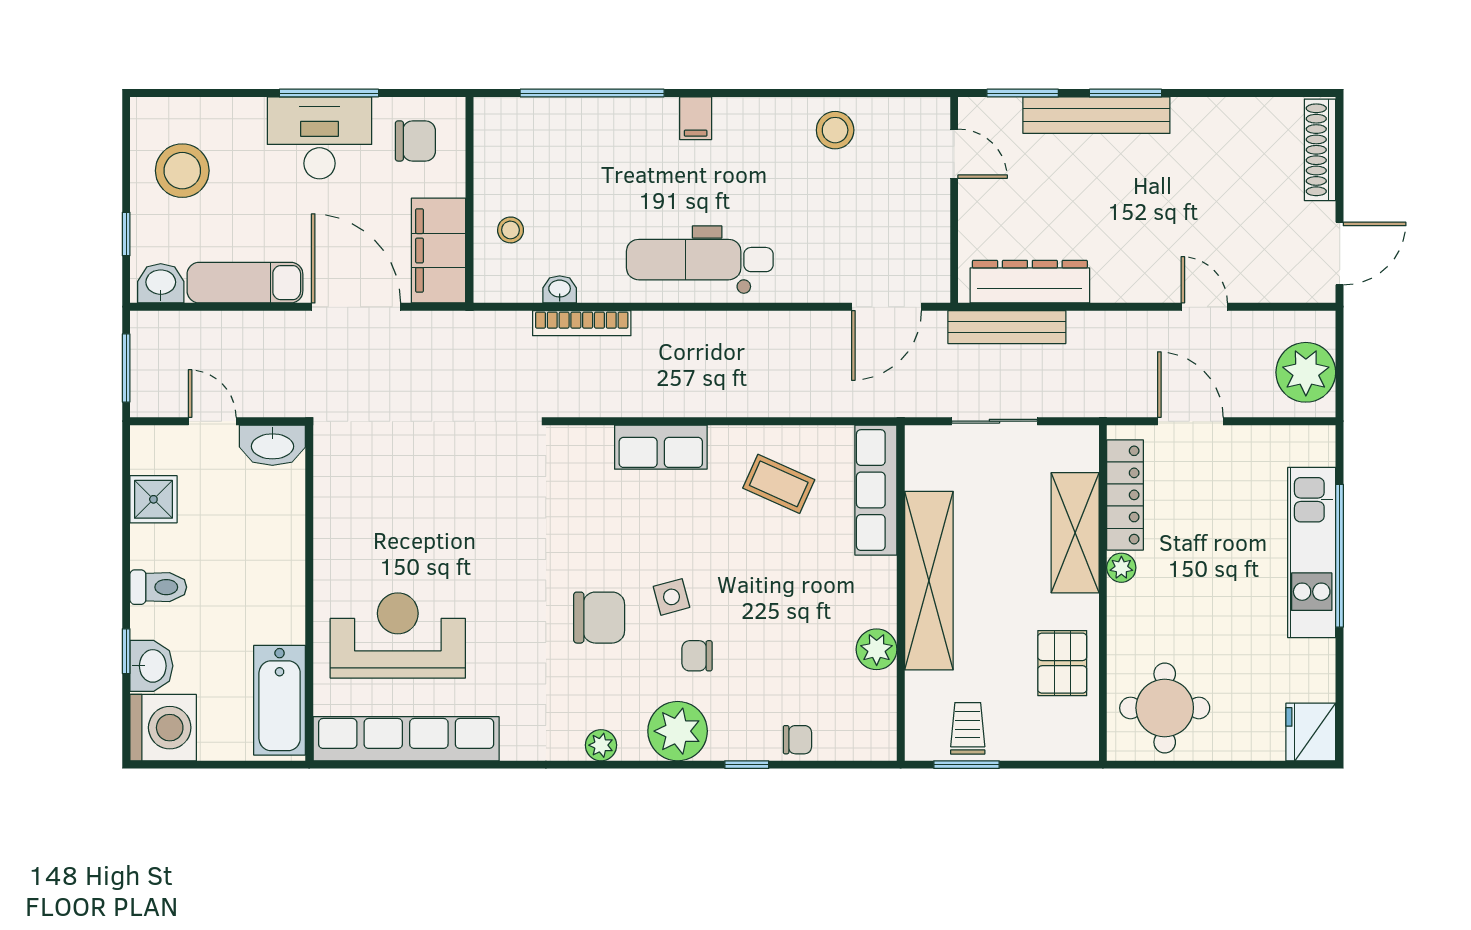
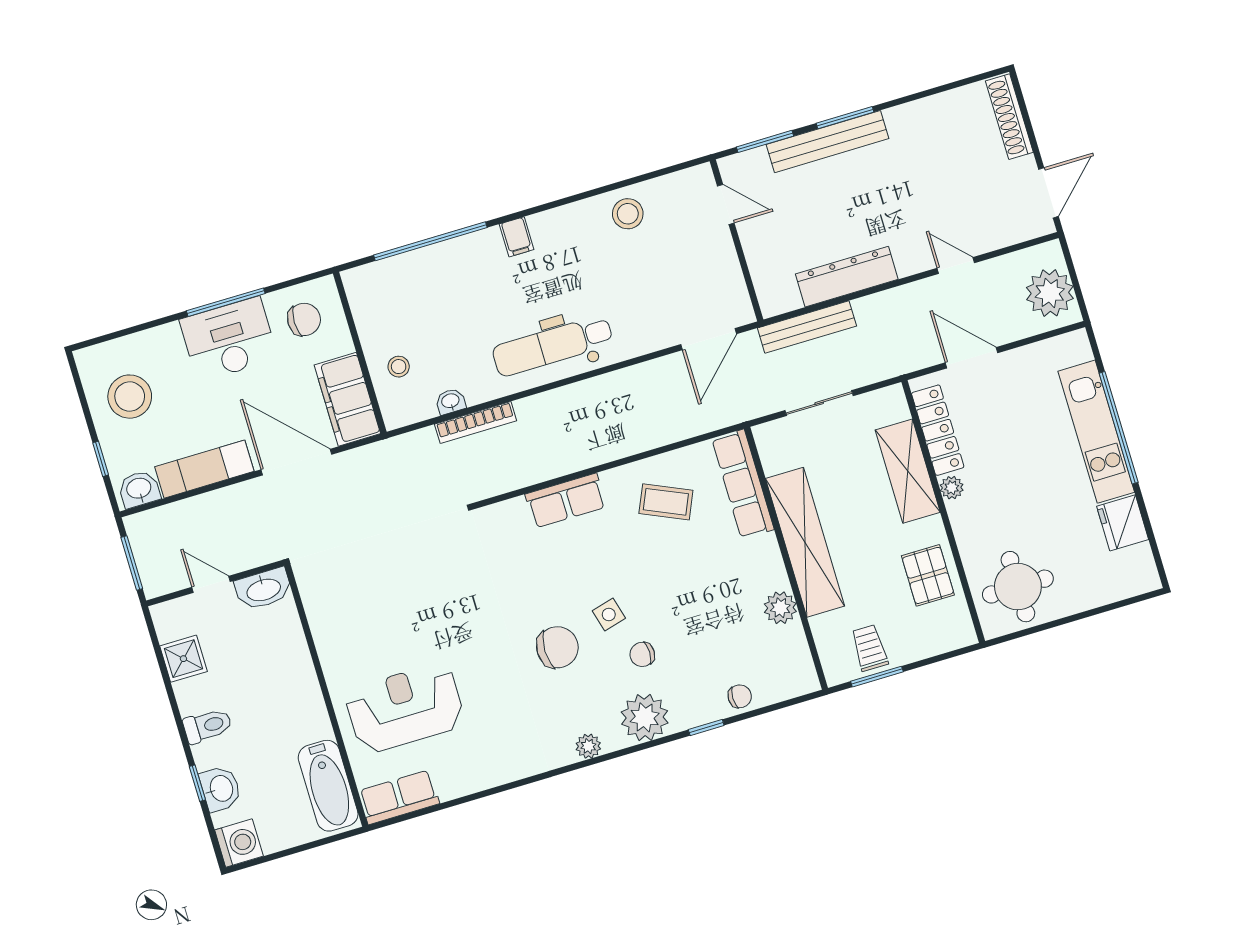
dresser: (1030, 282) -> (847, 277), moved
washing machine: (163, 728) -> (239, 843), width x0.73, depth x0.73
fridge: (1311, 732) -> (1123, 523), moved
row of seats: (406, 739) -> (399, 797), width x0.50

